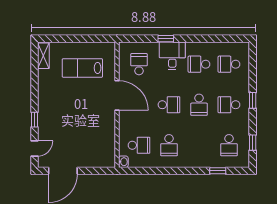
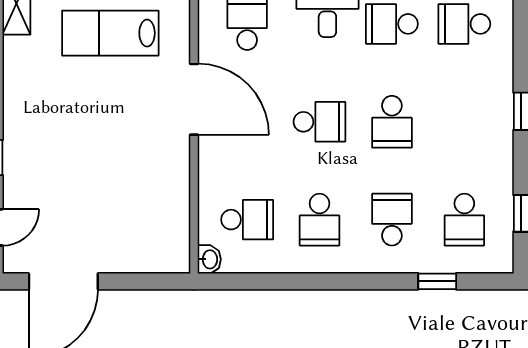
school desk: (229, 105) -> (392, 220), moved, turned 90

